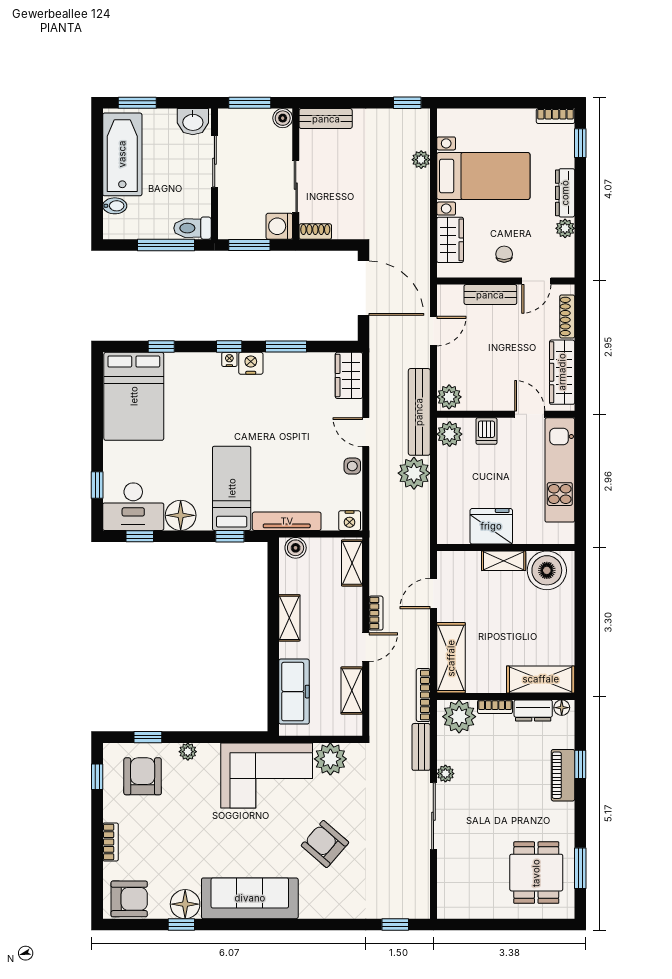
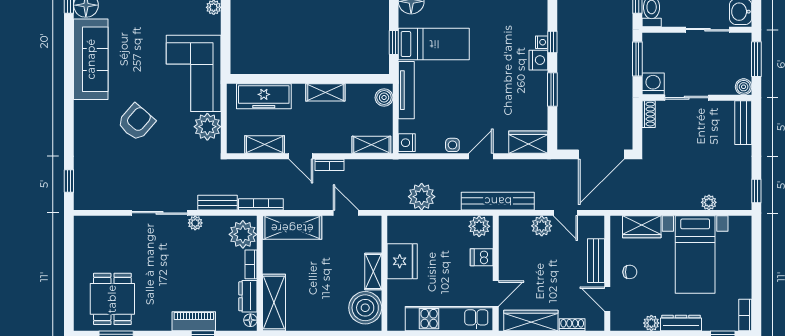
shoe rack: (567, 316) -> (572, 325), width x0.70
plant: (449, 397) -> (542, 226), moved
plant: (414, 473) -> (422, 197), moved
dining table: (536, 873) -> (112, 299), turned 90

